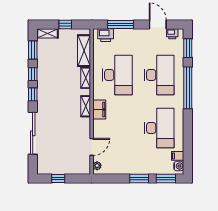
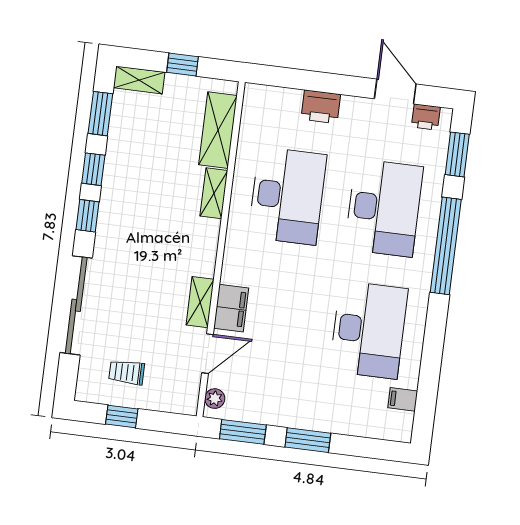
window: (121, 25) -> (310, 81), removed
printer: (106, 35) -> (321, 107), moved
shelving: (86, 106) -> (200, 302), moved
filing cabinet: (99, 109) -> (231, 308), moved
trolley: (58, 159) -> (127, 372), added
water cooler: (179, 166) -> (402, 423), removed
window: (166, 178) -> (243, 432), moved

